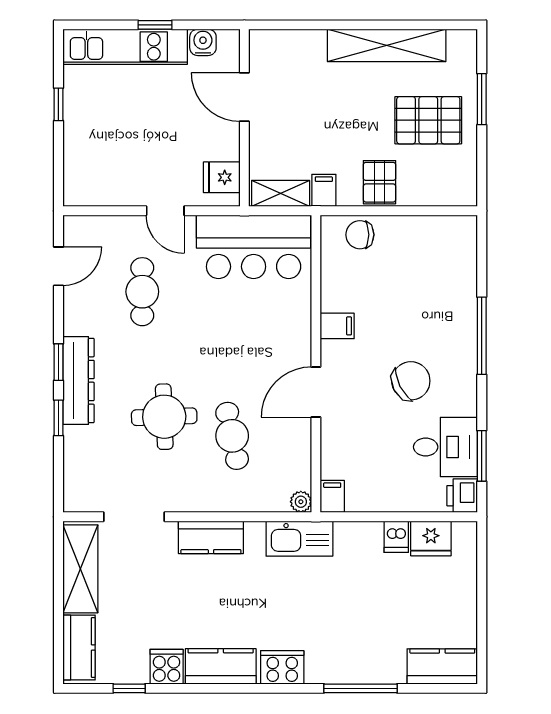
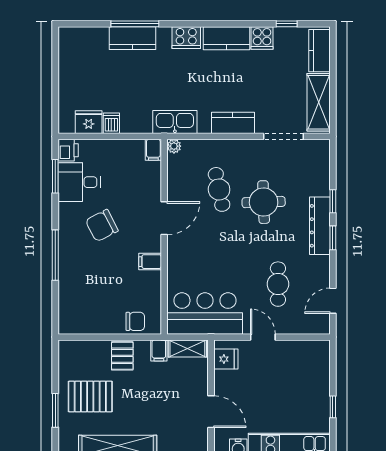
kitchen counter: (442, 666) -> (133, 38), moved

